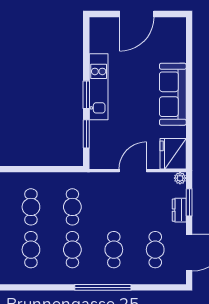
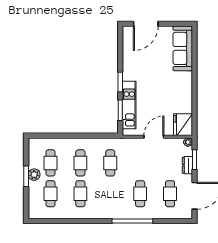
door: (137, 14) -> (146, 24), moved
kitchen unit: (99, 87) -> (129, 105), moved
sofa: (173, 94) -> (183, 48), moved
cafe table: (72, 250) -> (110, 194), removed

